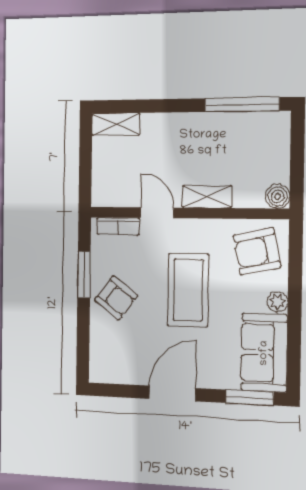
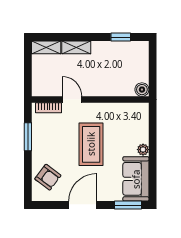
window: (242, 105) -> (121, 37), width x0.46
shelving: (207, 197) -> (76, 47), moved
armchair: (257, 251) -> (131, 121), removed
armchair: (116, 298) -> (48, 177), moved

